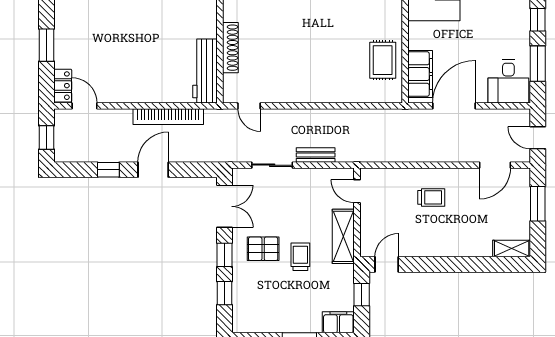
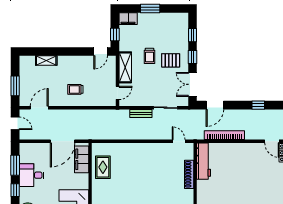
desk: (508, 81) -> (32, 175), moved, turned -90
door: (153, 170) -> (215, 105), moved
door: (357, 191) -> (117, 93), hinge flipped
shelving: (512, 248) -> (46, 61), moved

